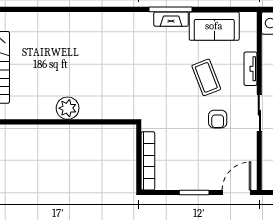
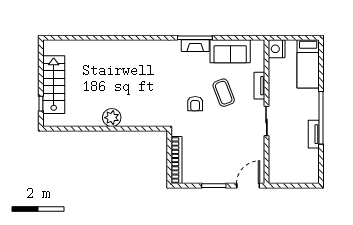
armchair: (218, 119) -> (195, 104), moved

